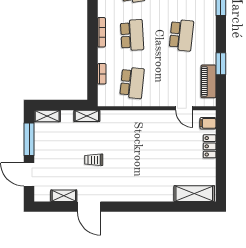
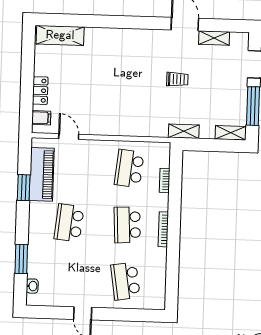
piano: (208, 81) -> (42, 174), width x1.37, depth x1.33

